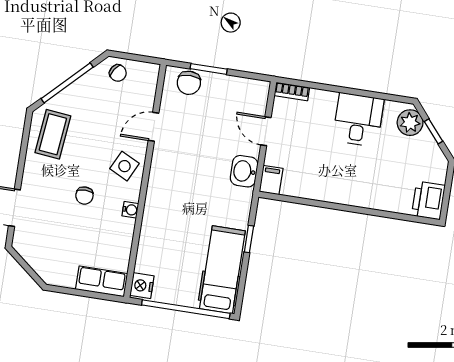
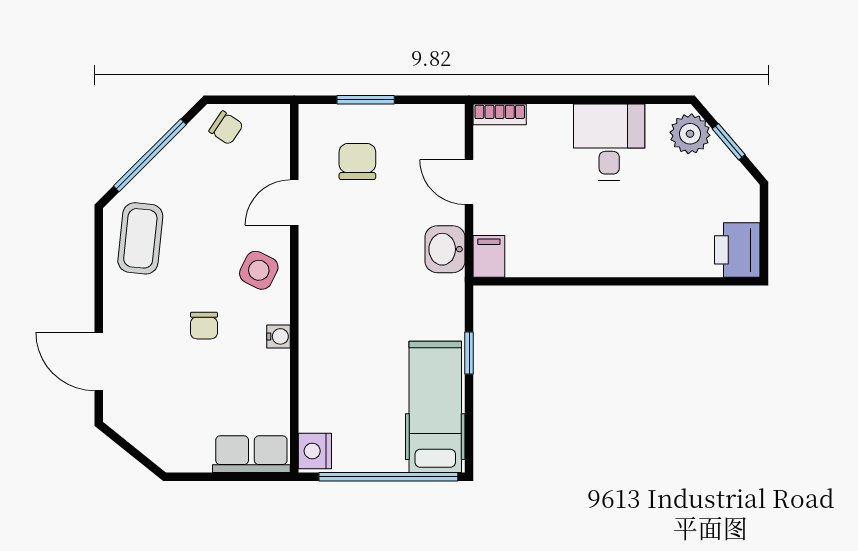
chair: (189, 83) -> (357, 161), moved, turned 180

